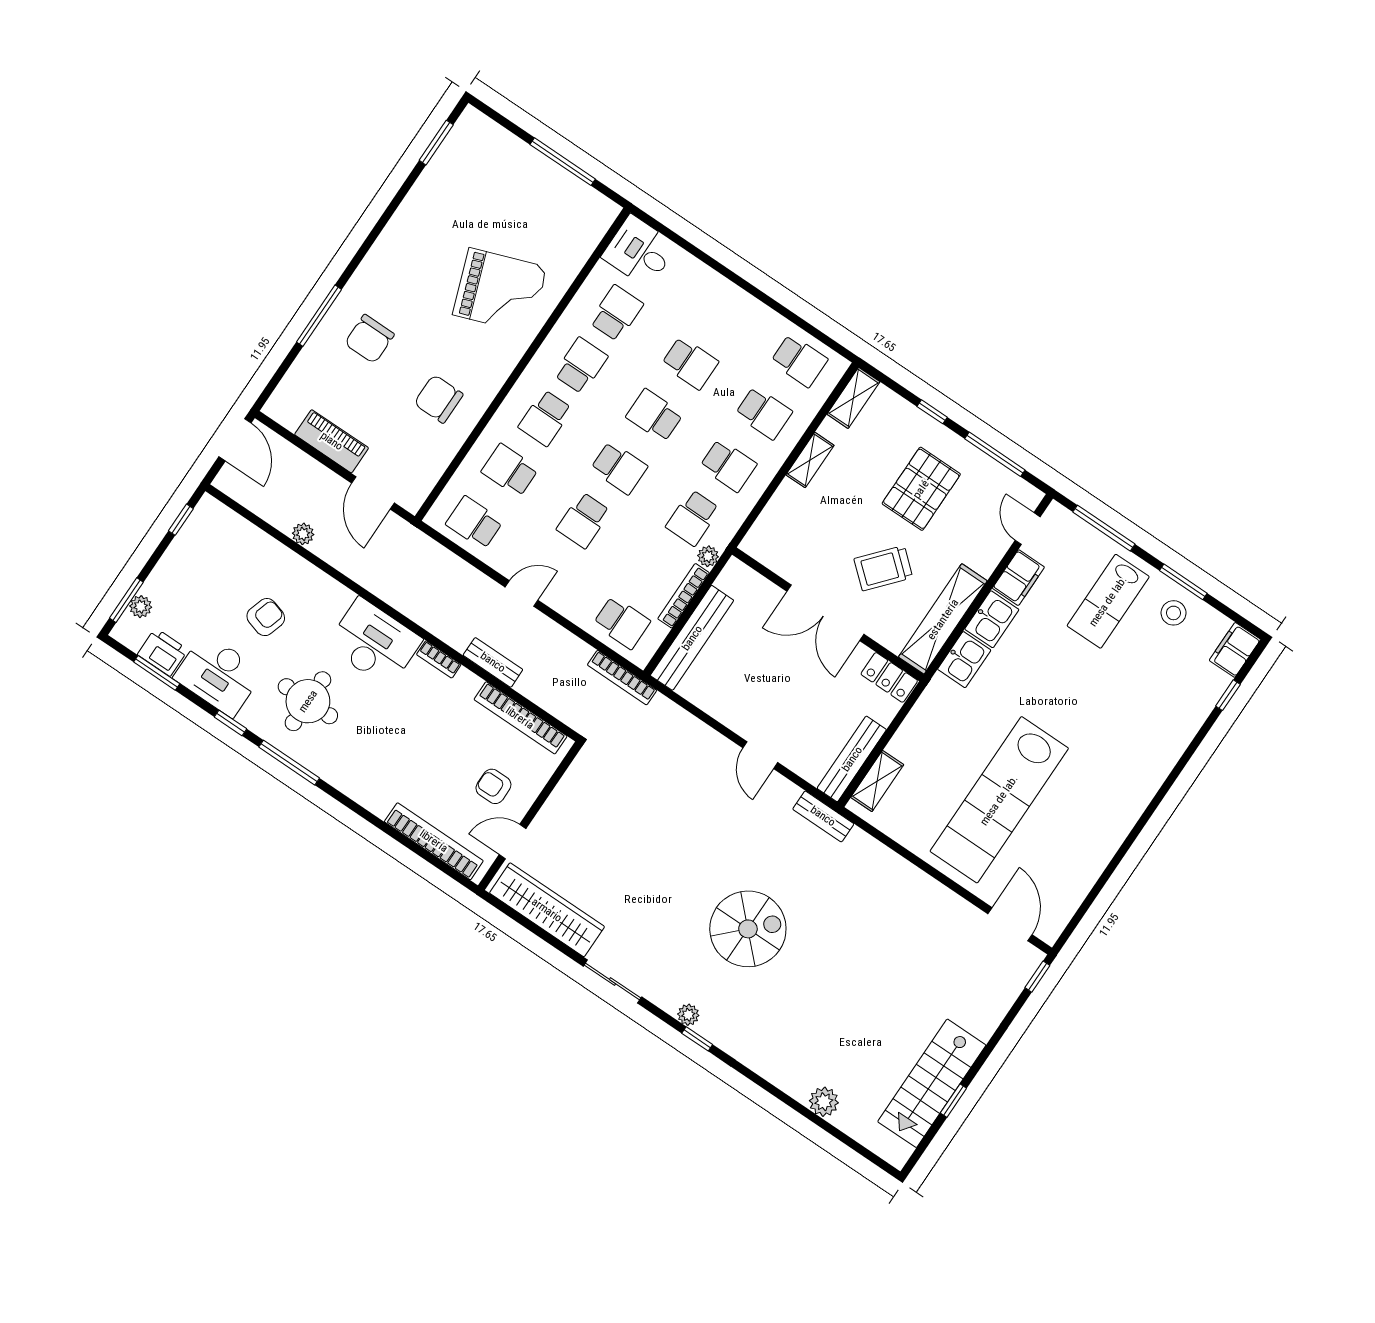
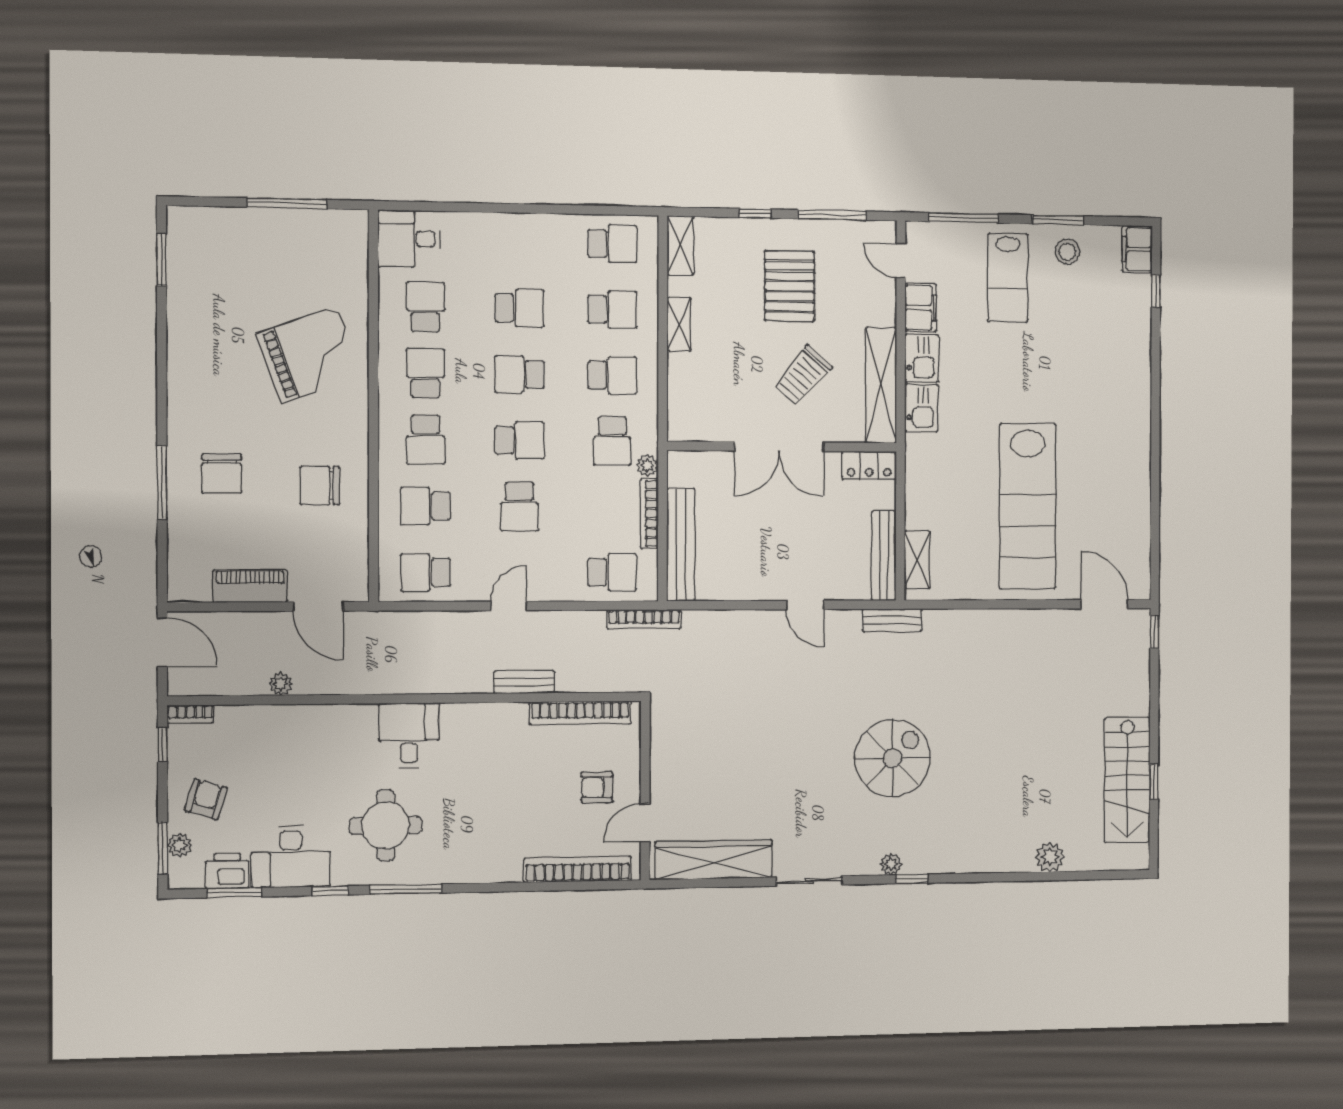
armchair: (266, 617) -> (206, 799), moved
desk: (374, 643) -> (409, 735), width x0.73
bookcase: (439, 659) -> (190, 714), moved

